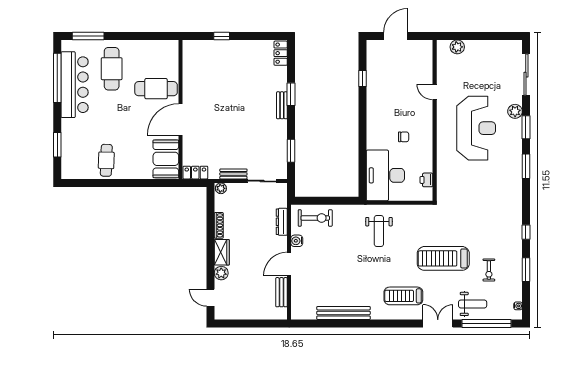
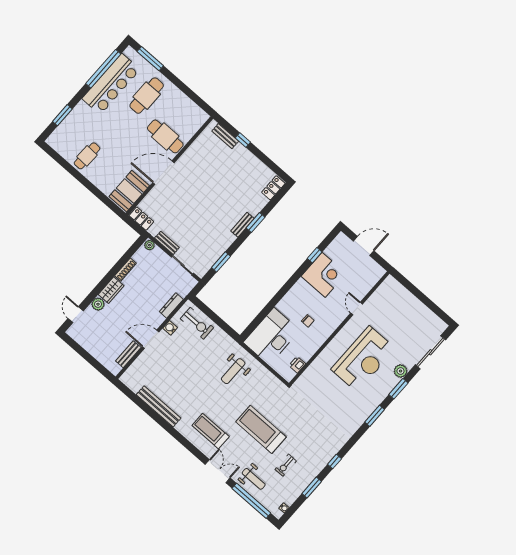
bench: (205, 45) -> (225, 136), added
plant: (457, 47) -> (400, 291), removed
corner desk: (384, 88) -> (324, 275), added

